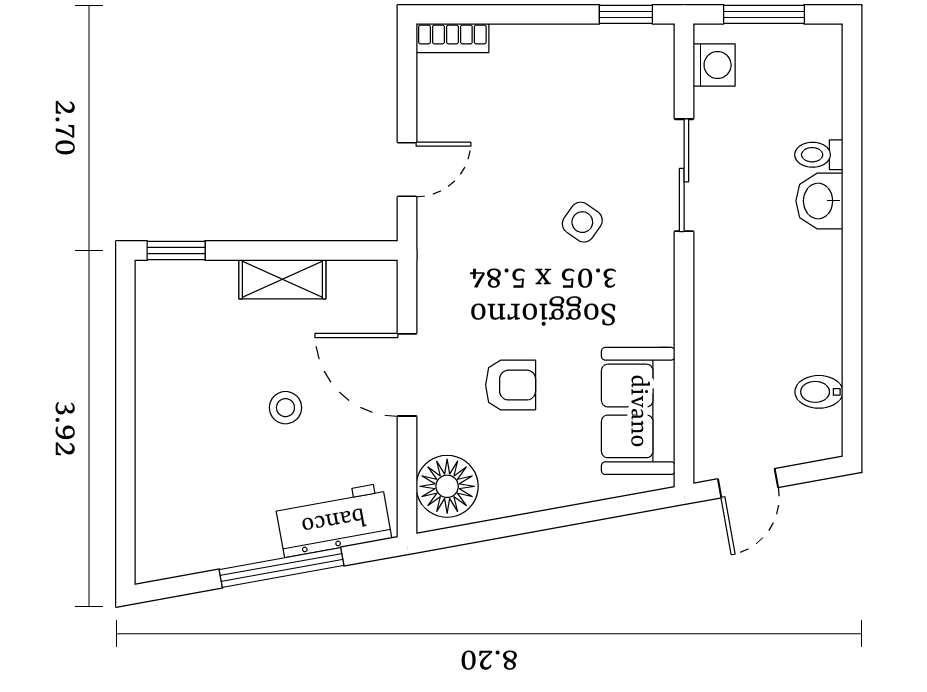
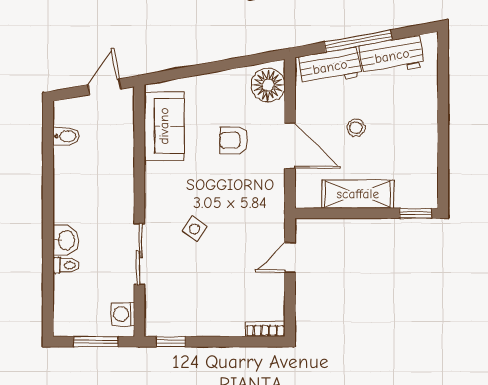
shelving: (282, 279) -> (358, 194), width x1.50, depth x1.33
workbench: (220, 540) -> (392, 56), added

